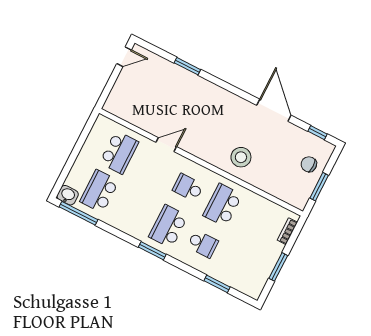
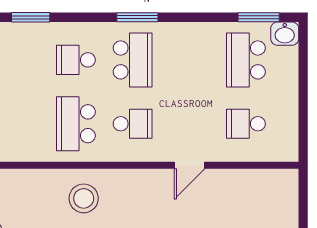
school desk: (119, 152) -> (246, 124), width x0.54
school desk: (99, 191) -> (246, 60), turned 180
school desk: (223, 205) -> (76, 124), turned 180
window: (78, 213) -> (259, 17), width x0.69

